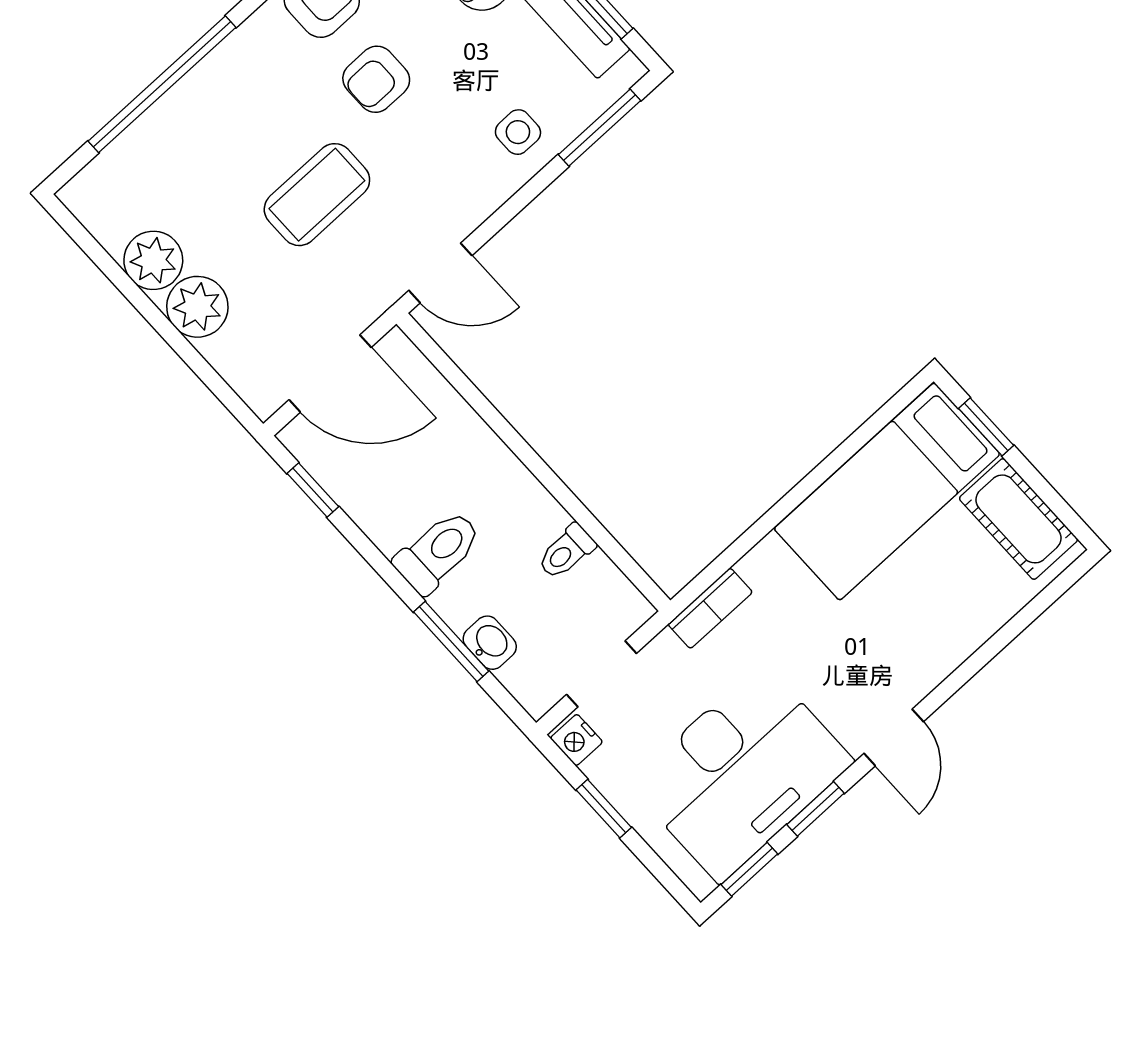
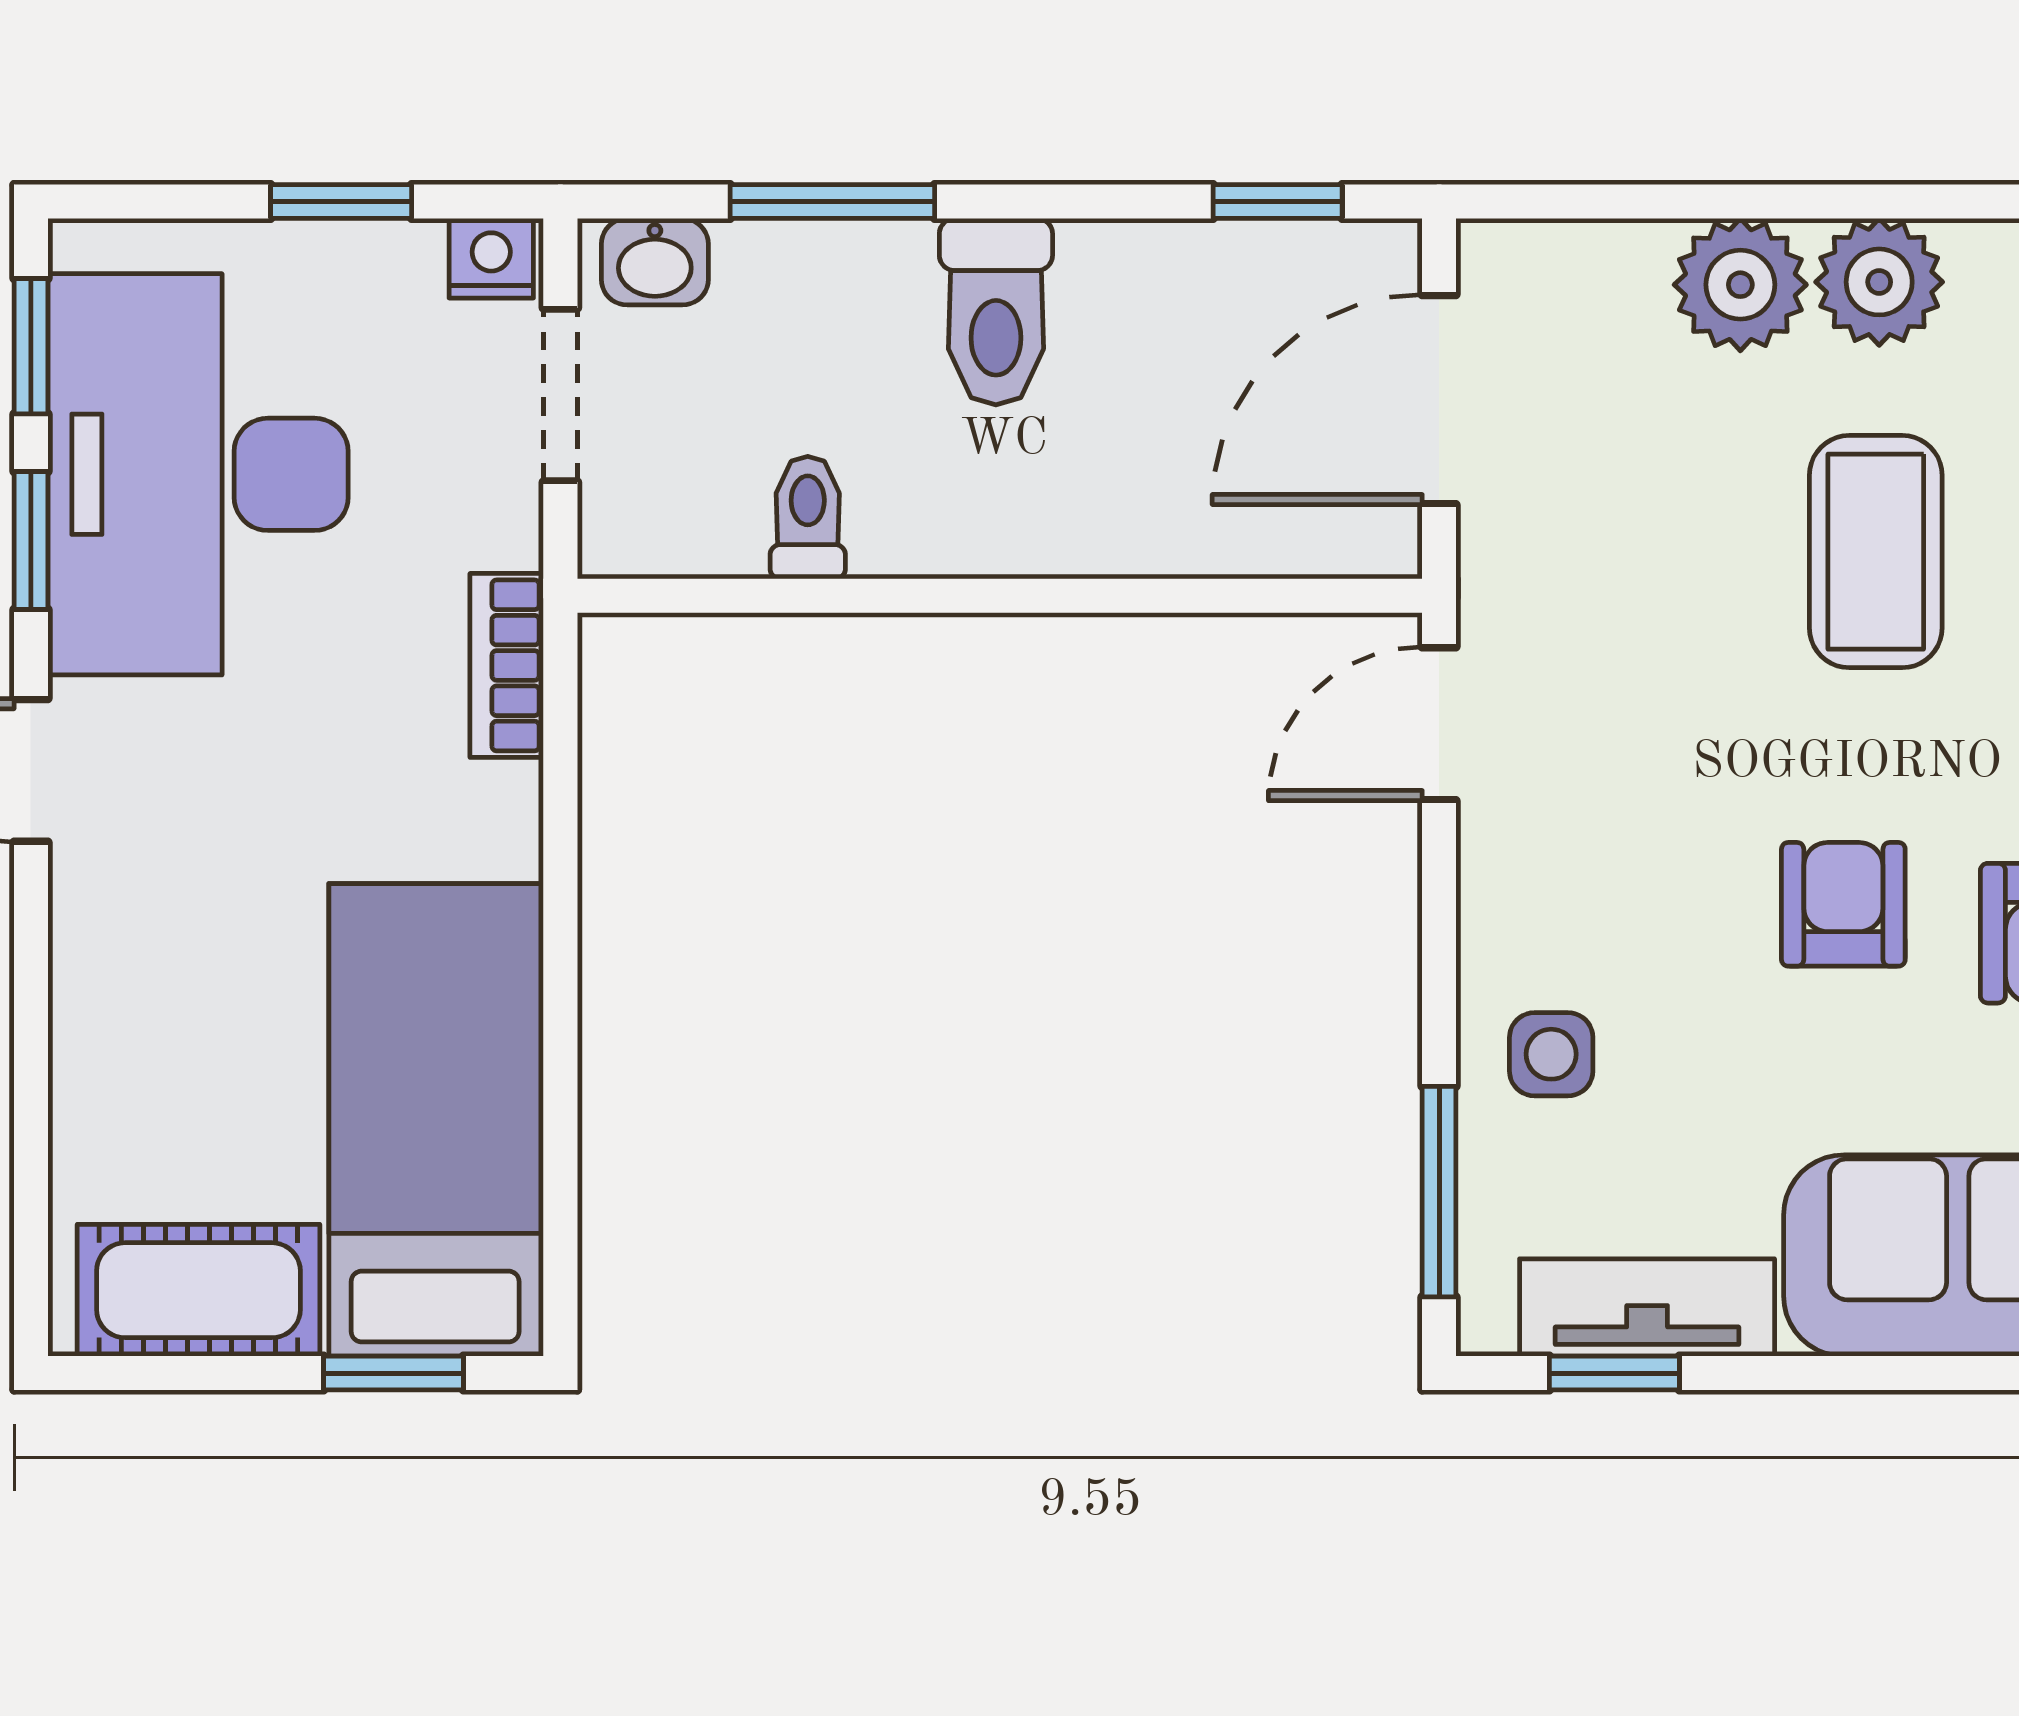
coffee table: (317, 195) -> (1876, 552), moved
washbasin: (490, 643) -> (655, 262), moved

